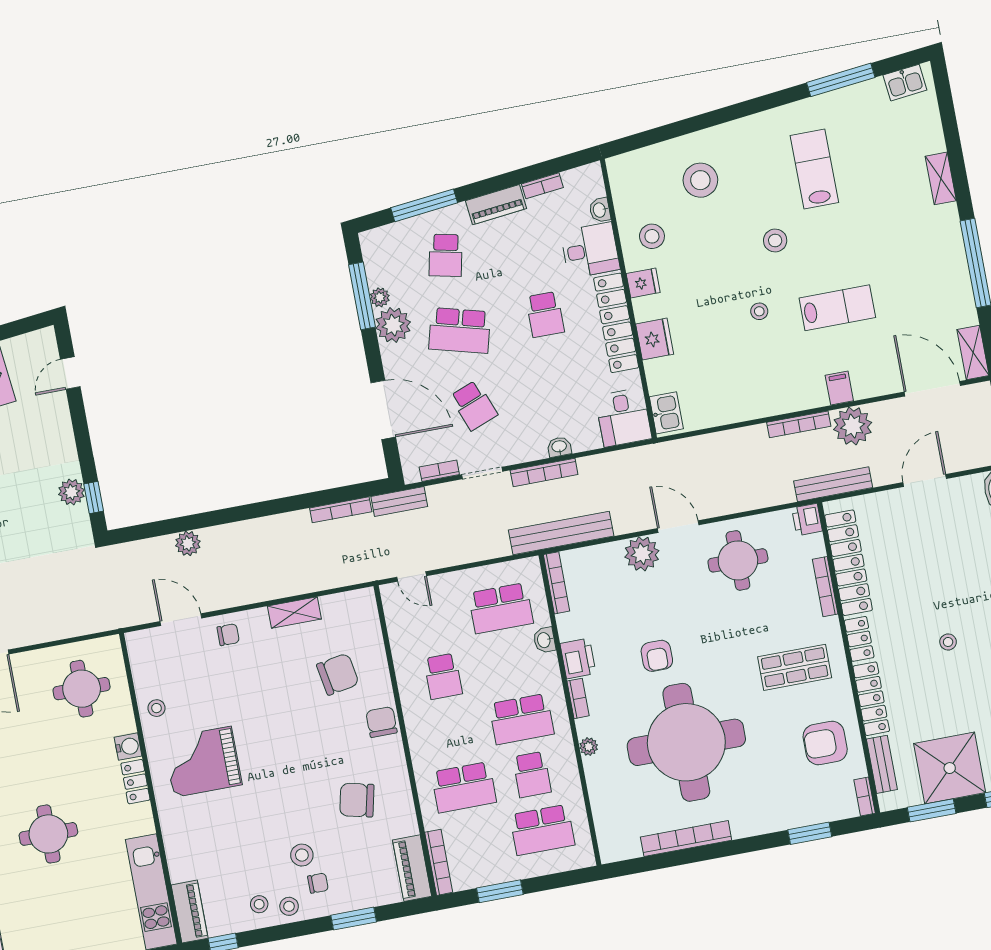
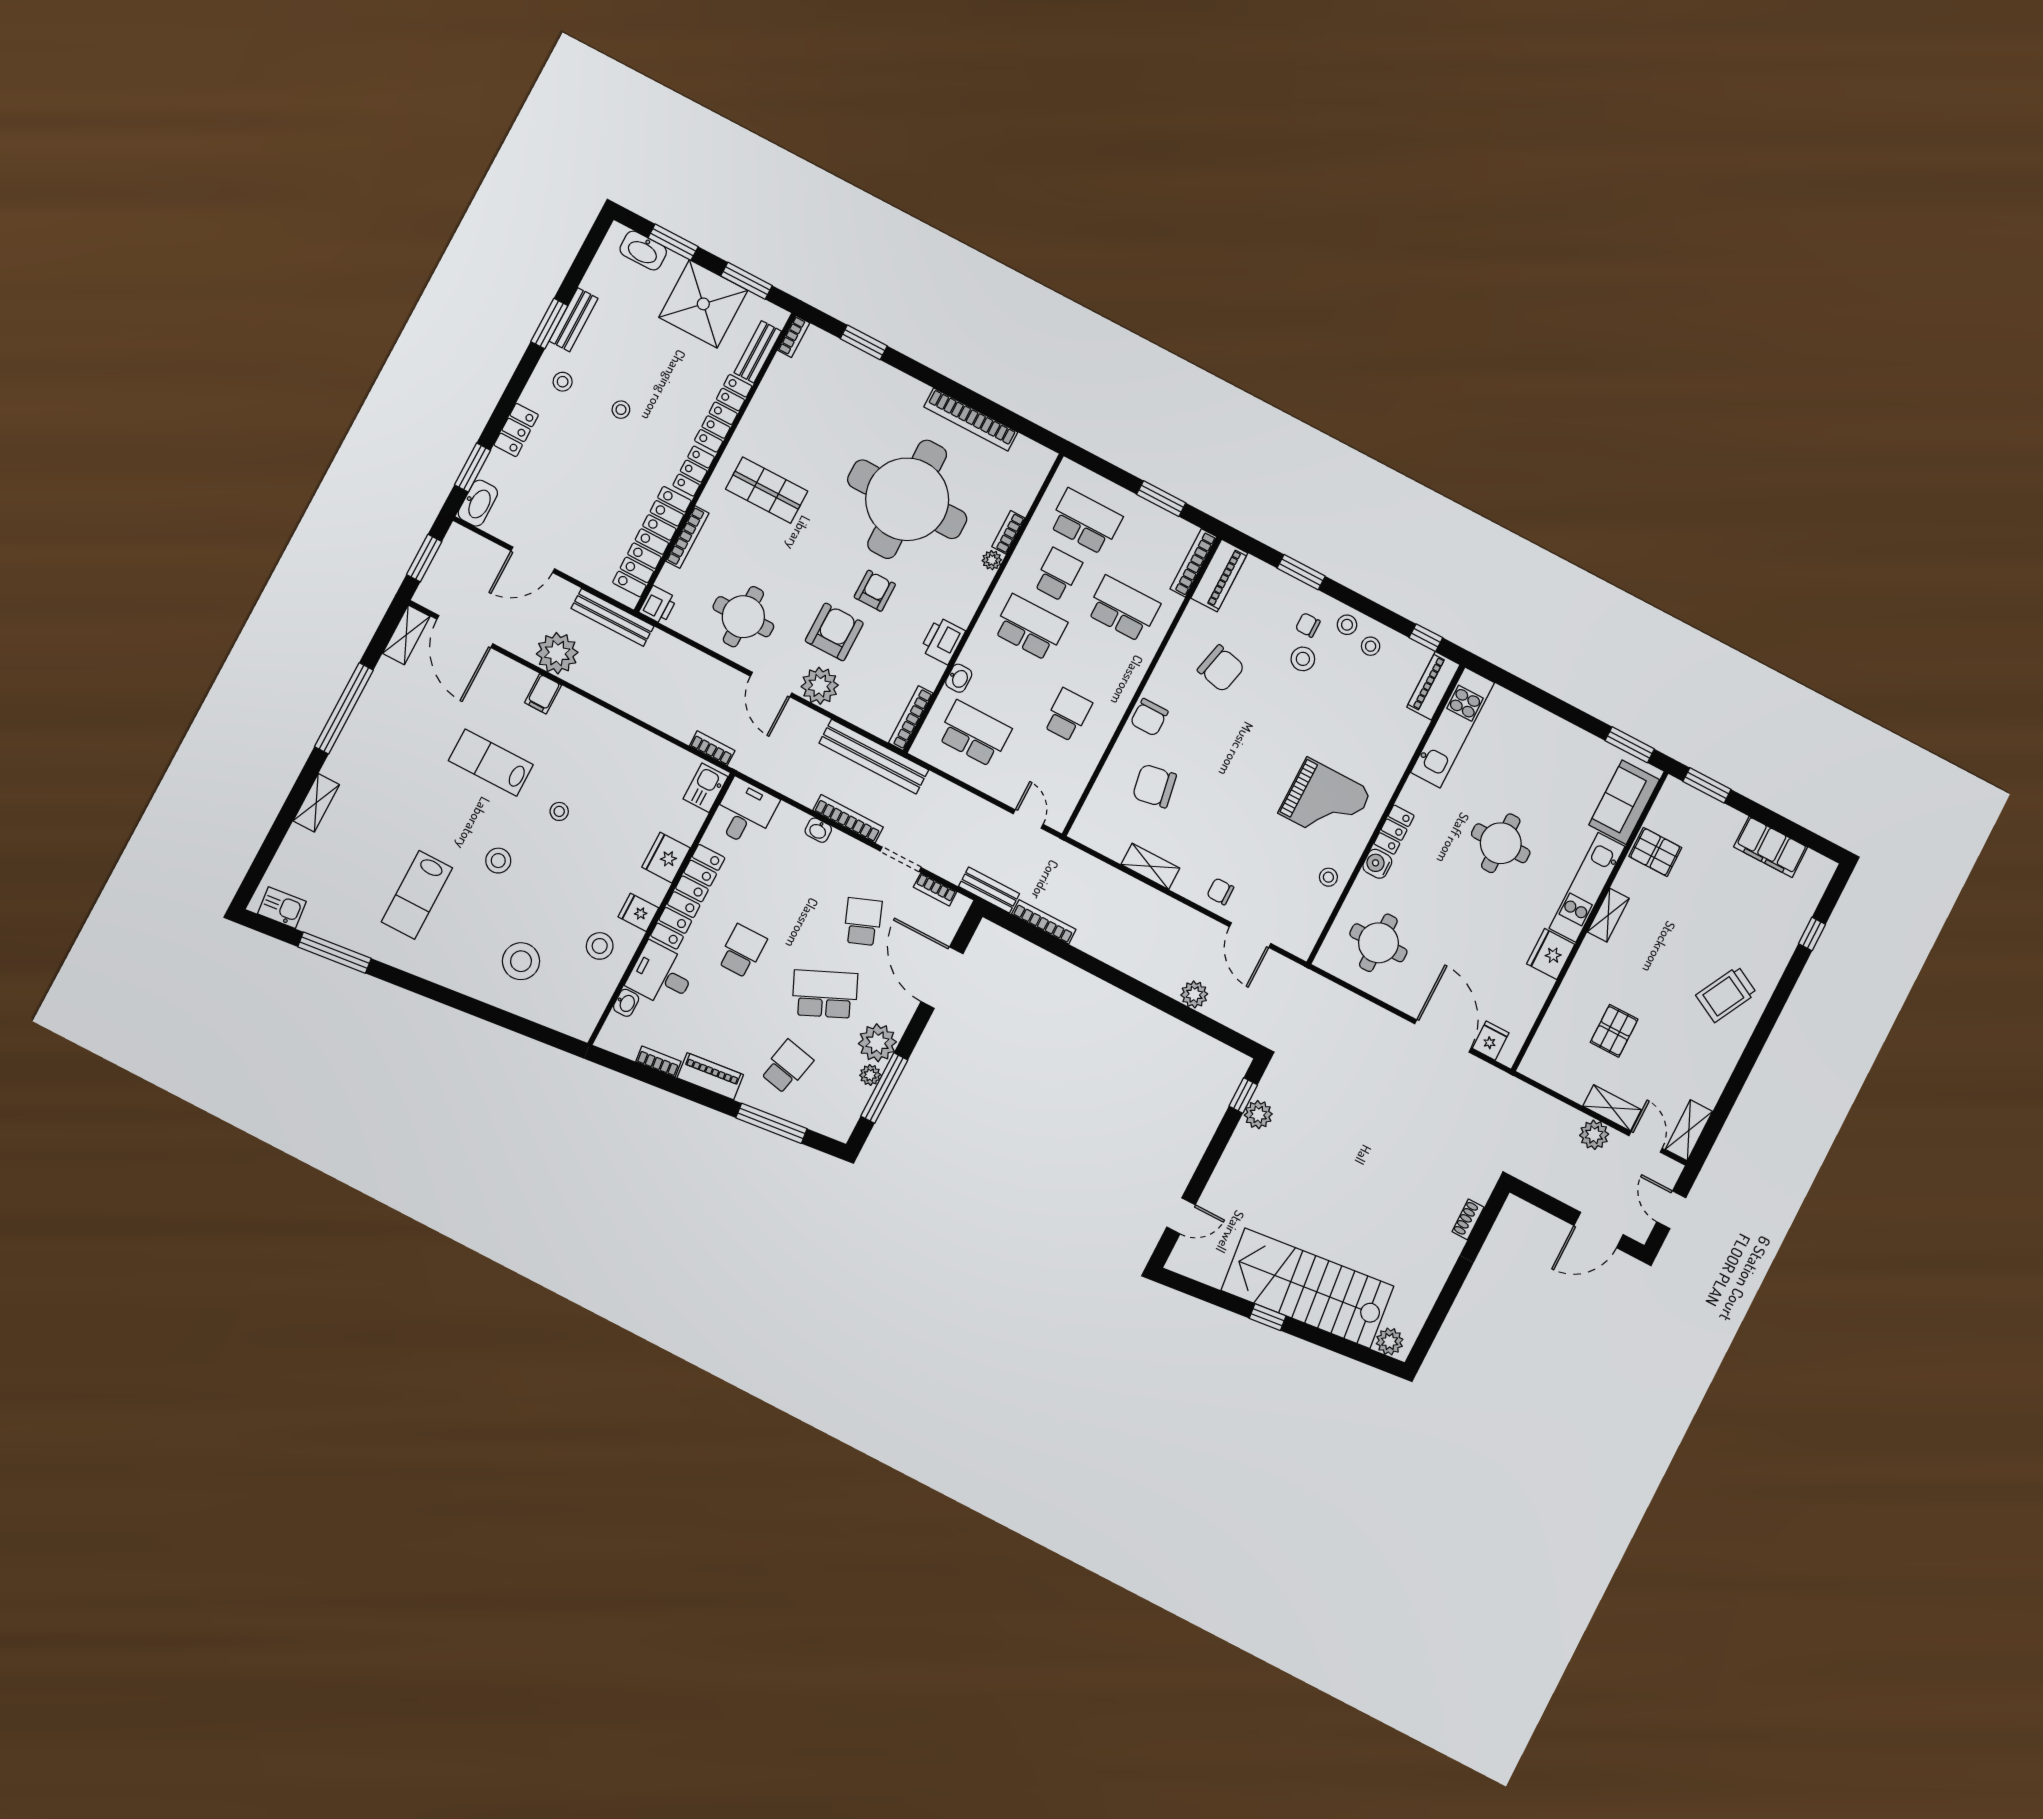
school desk: (460, 330) -> (825, 994), turned -39
bookcase: (799, 424) -> (712, 748), moved, width x0.64
bookcase: (578, 698) -> (1008, 532), moved
armchair: (825, 743) -> (834, 632), moved, turned -90

